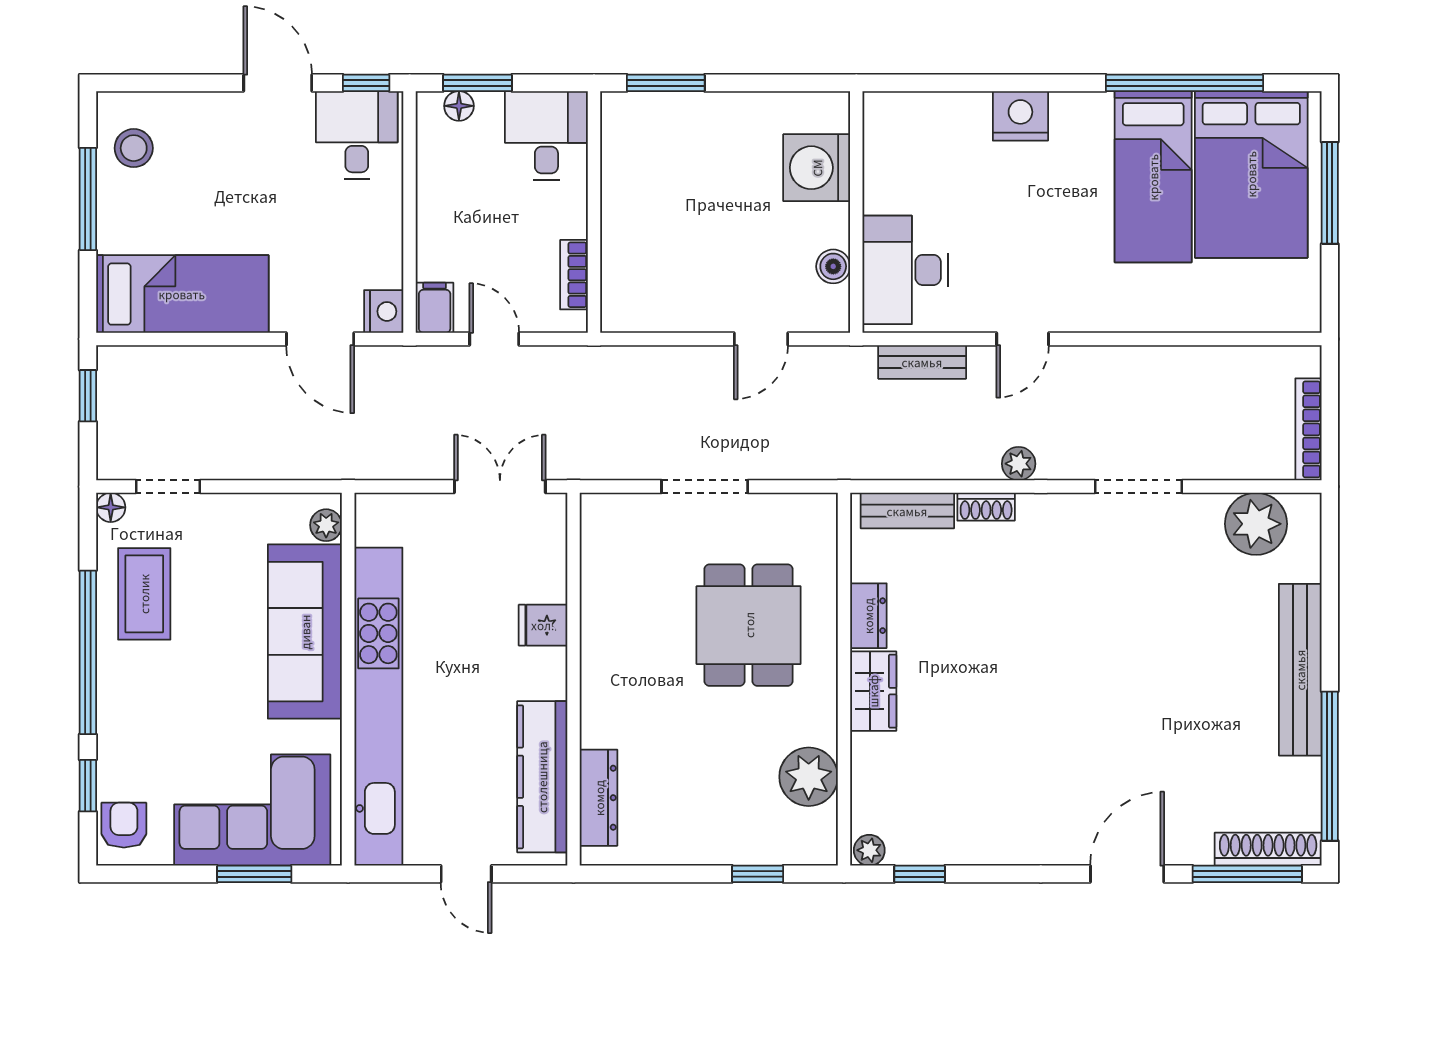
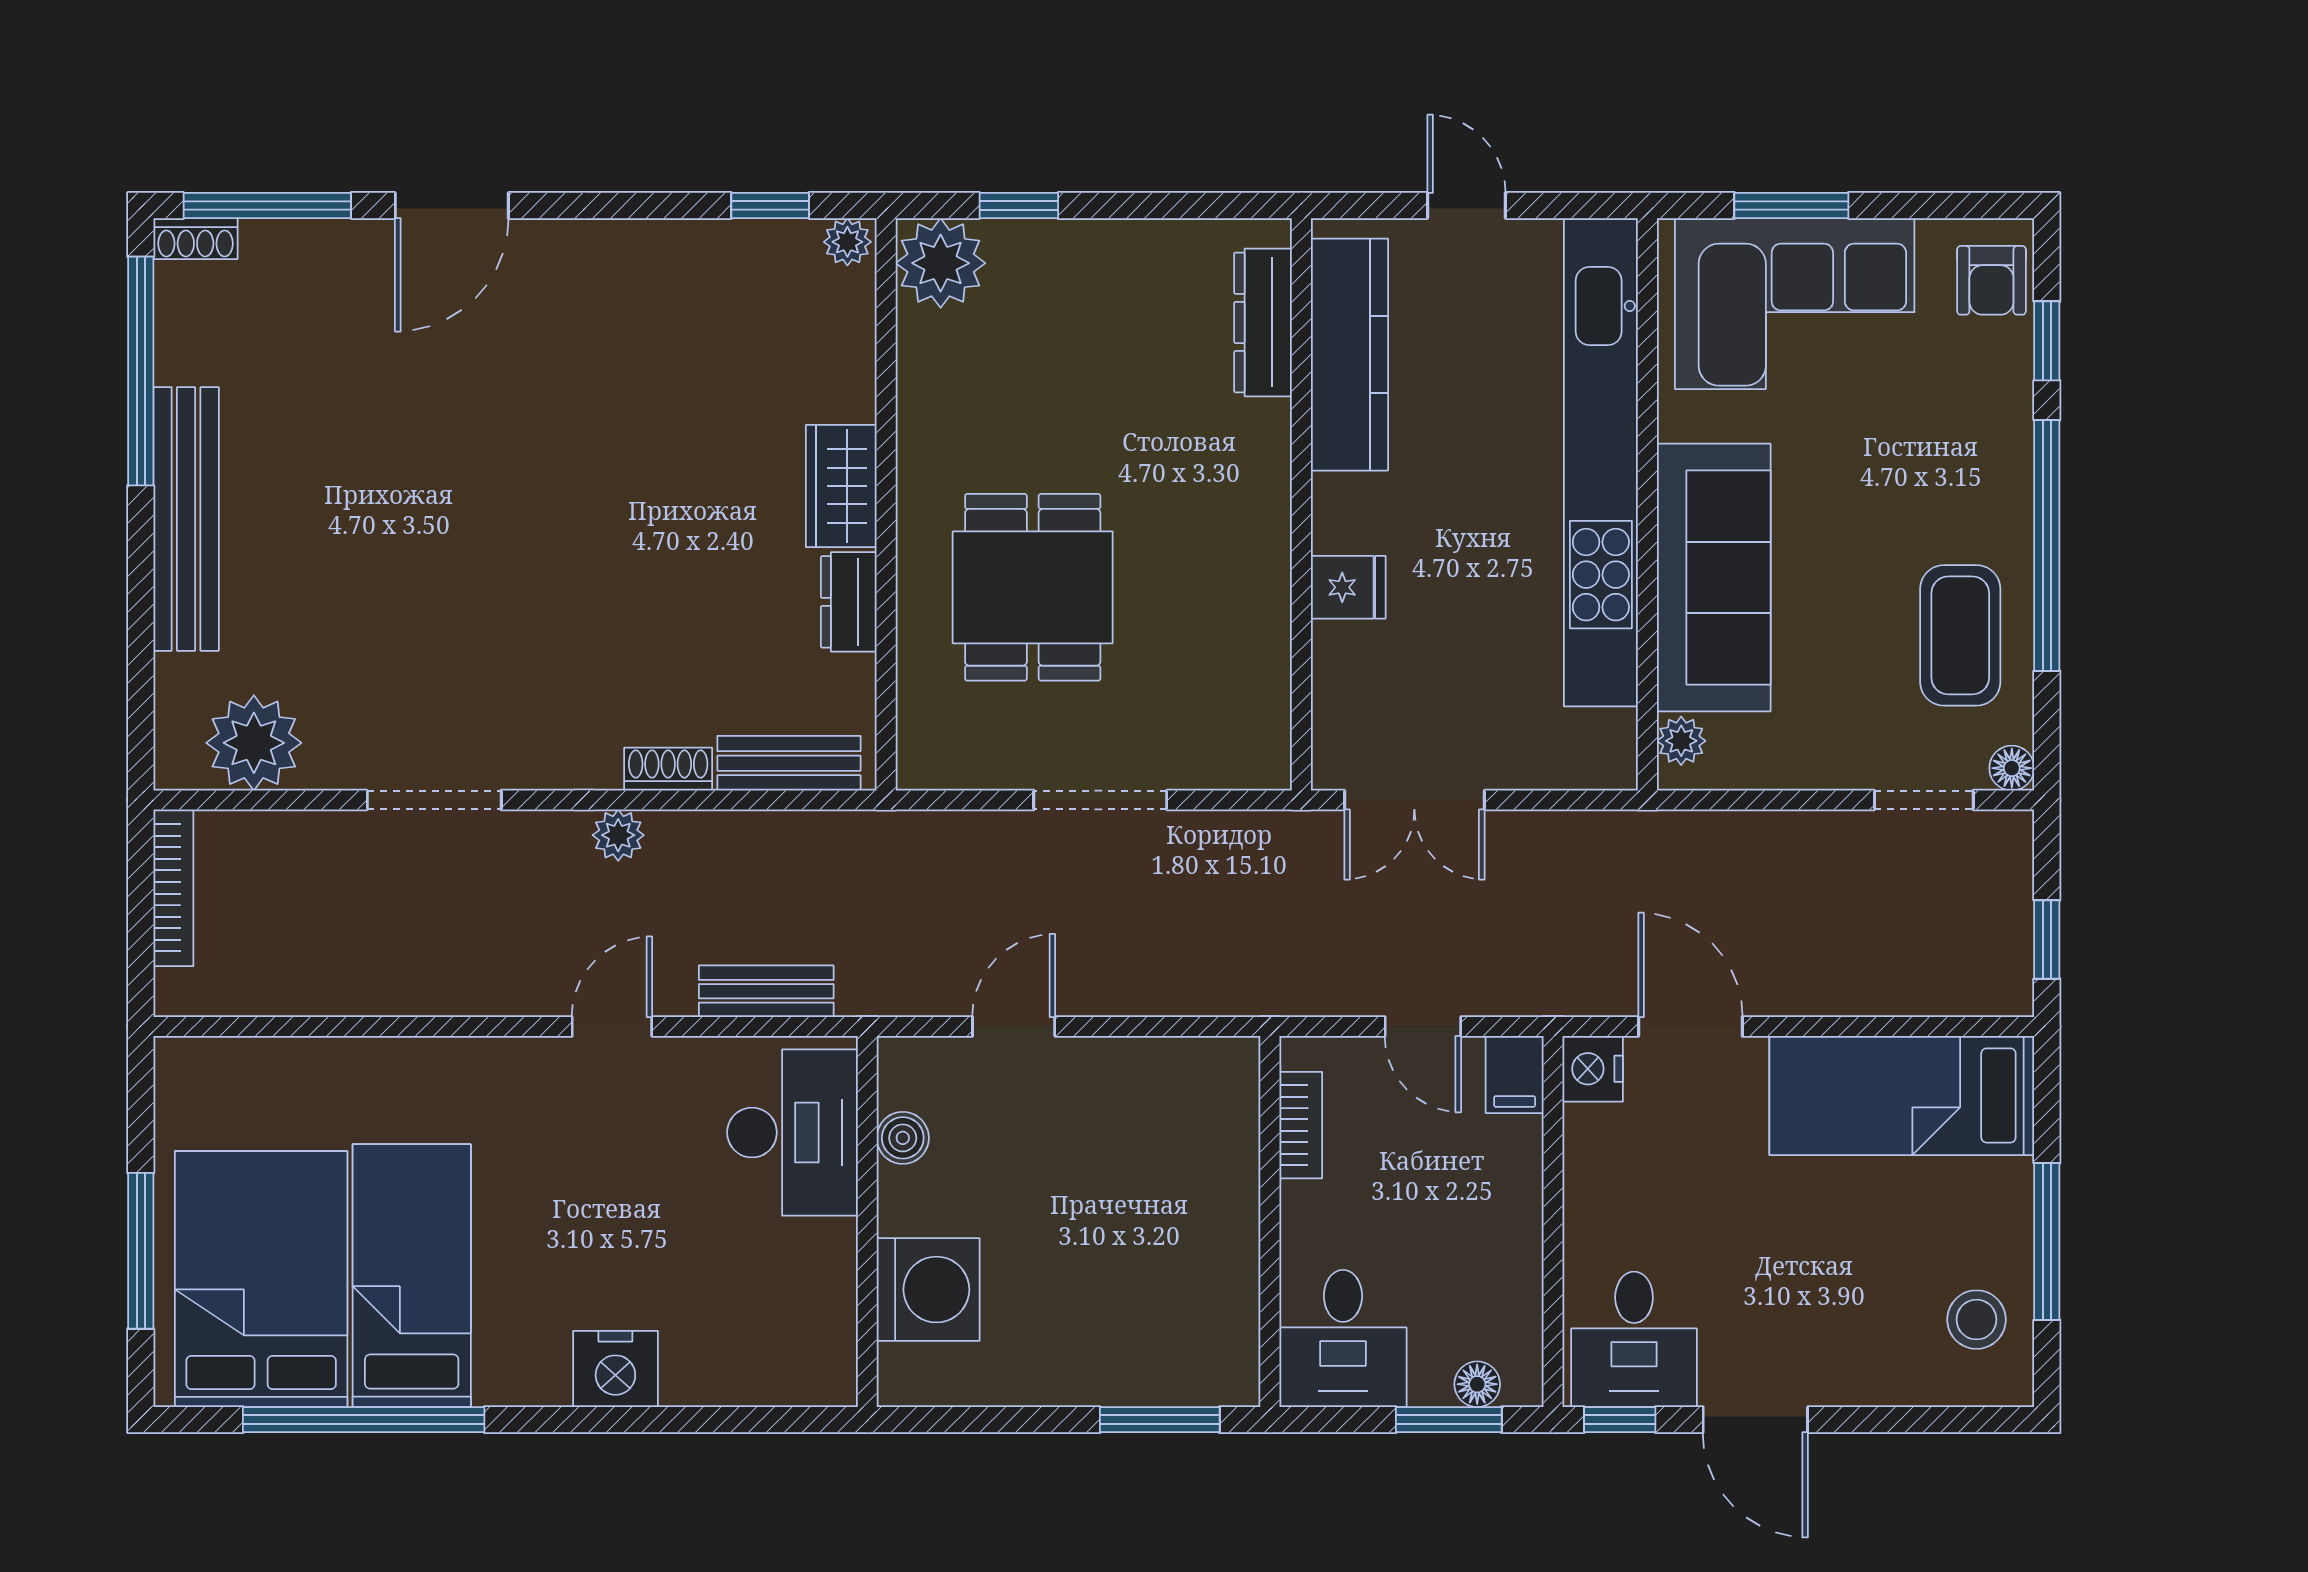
plant: (809, 777) -> (941, 263), moved
shoe rack: (1268, 849) -> (196, 239), width x0.51, depth x0.81

